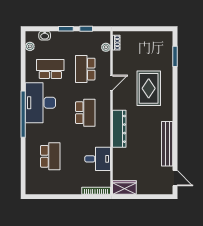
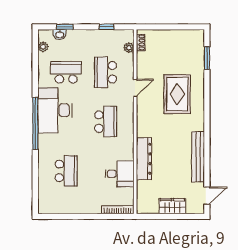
window: (66, 29) -> (65, 27), moved
dresser: (119, 129) -> (144, 159), moved
door: (175, 178) -> (207, 196), hinge flipped
wardrobe: (124, 188) -> (172, 206), moved

